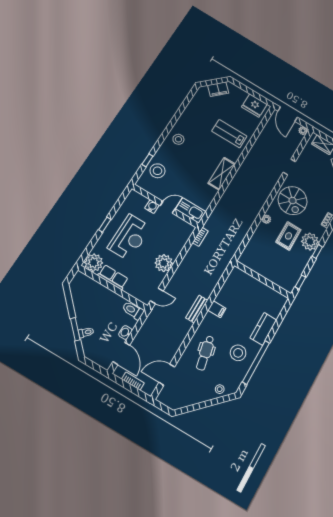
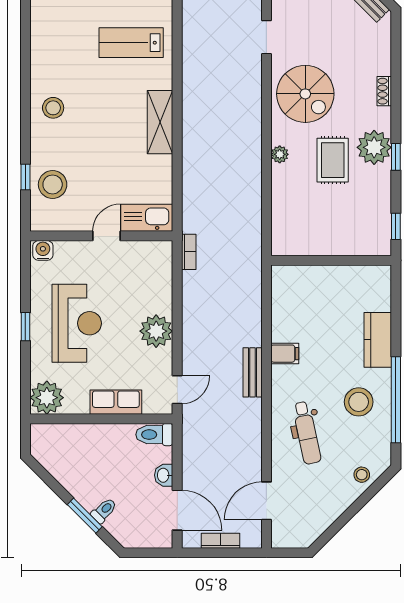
water cooler: (152, 207) -> (43, 250), moved
row of seats: (113, 277) -> (116, 402), moved

